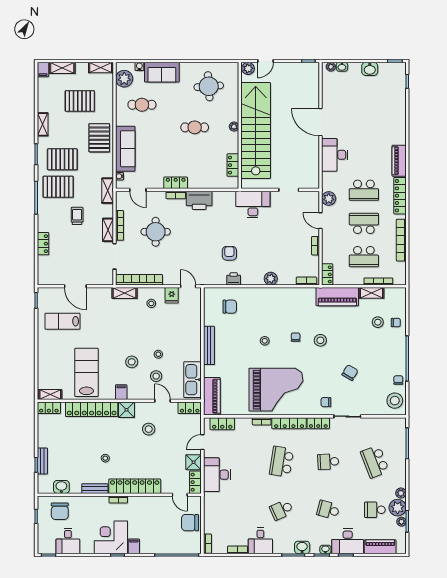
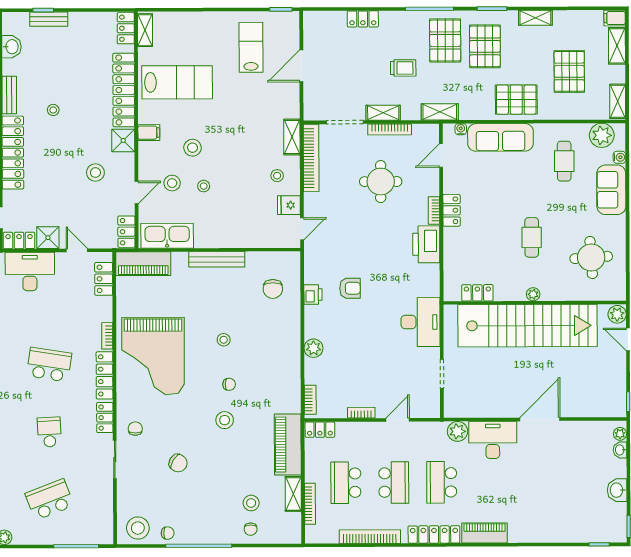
plant: (329, 199) -> (457, 431), moved

